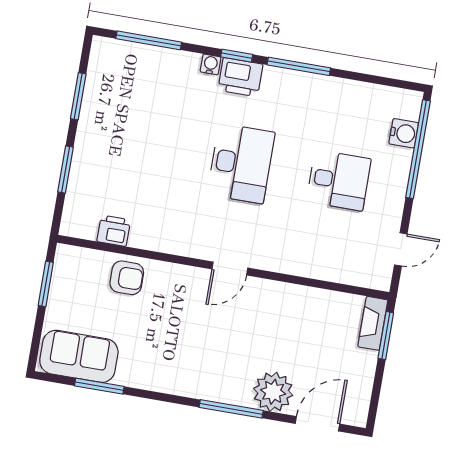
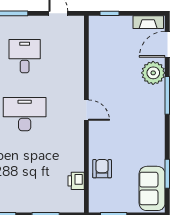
fireplace: (373, 323) -> (148, 22), moved
window: (386, 336) -> (110, 13), width x0.67
door: (317, 424) -> (167, 44), hinge flipped

